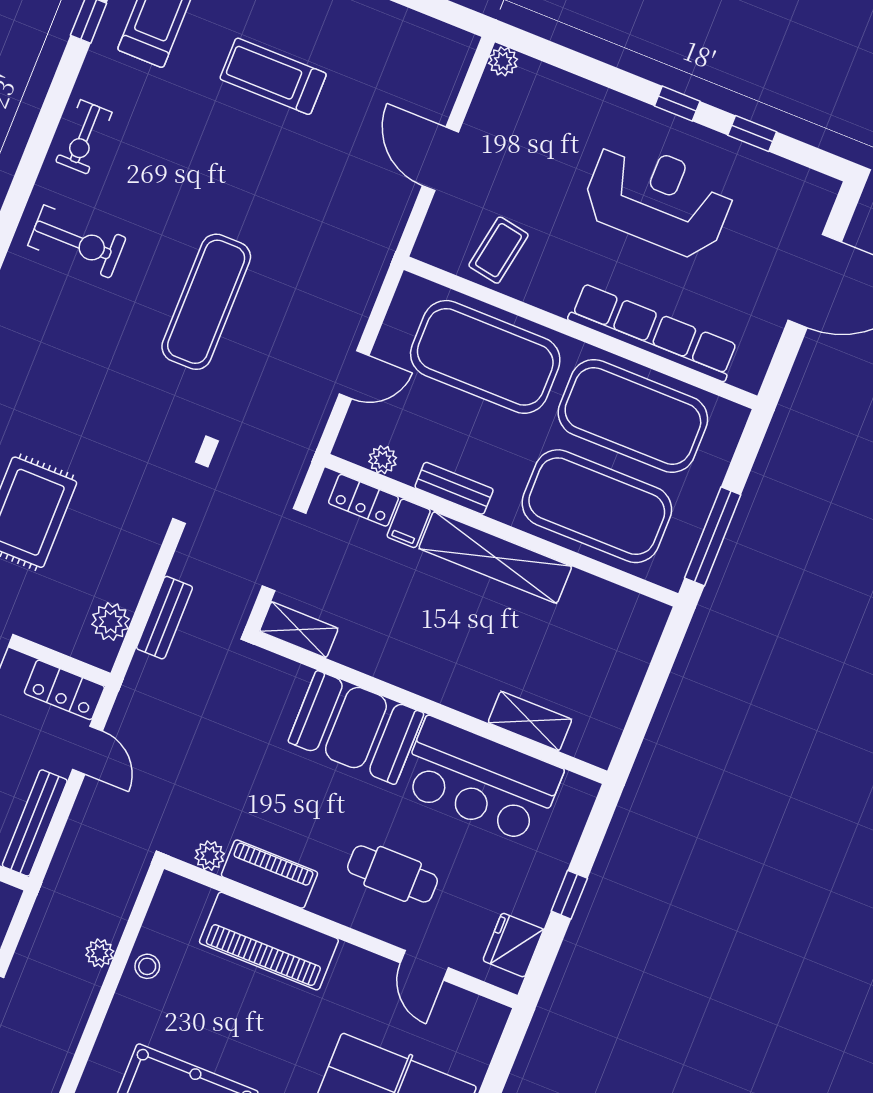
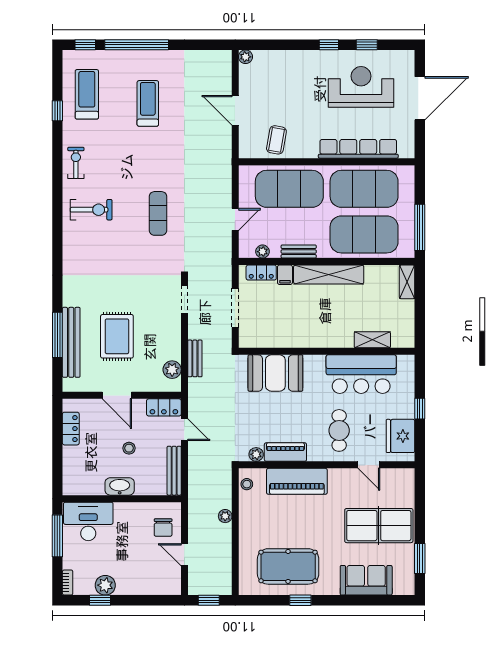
treadmill: (273, 76) -> (148, 103), turned 90
exercise bike: (84, 137) -> (76, 163), turned 180
reception desk: (658, 199) -> (361, 87), moved
exercise mat: (206, 302) -> (158, 213), width x0.73, depth x0.69
shelving: (299, 630) -> (407, 282), moved, turned 90
booth: (356, 728) -> (275, 373), moved
cafe table: (393, 874) -> (339, 430), turned 90
fridge: (513, 945) -> (401, 436), width x1.36, depth x1.34
stool: (147, 966) -> (247, 484), moved

